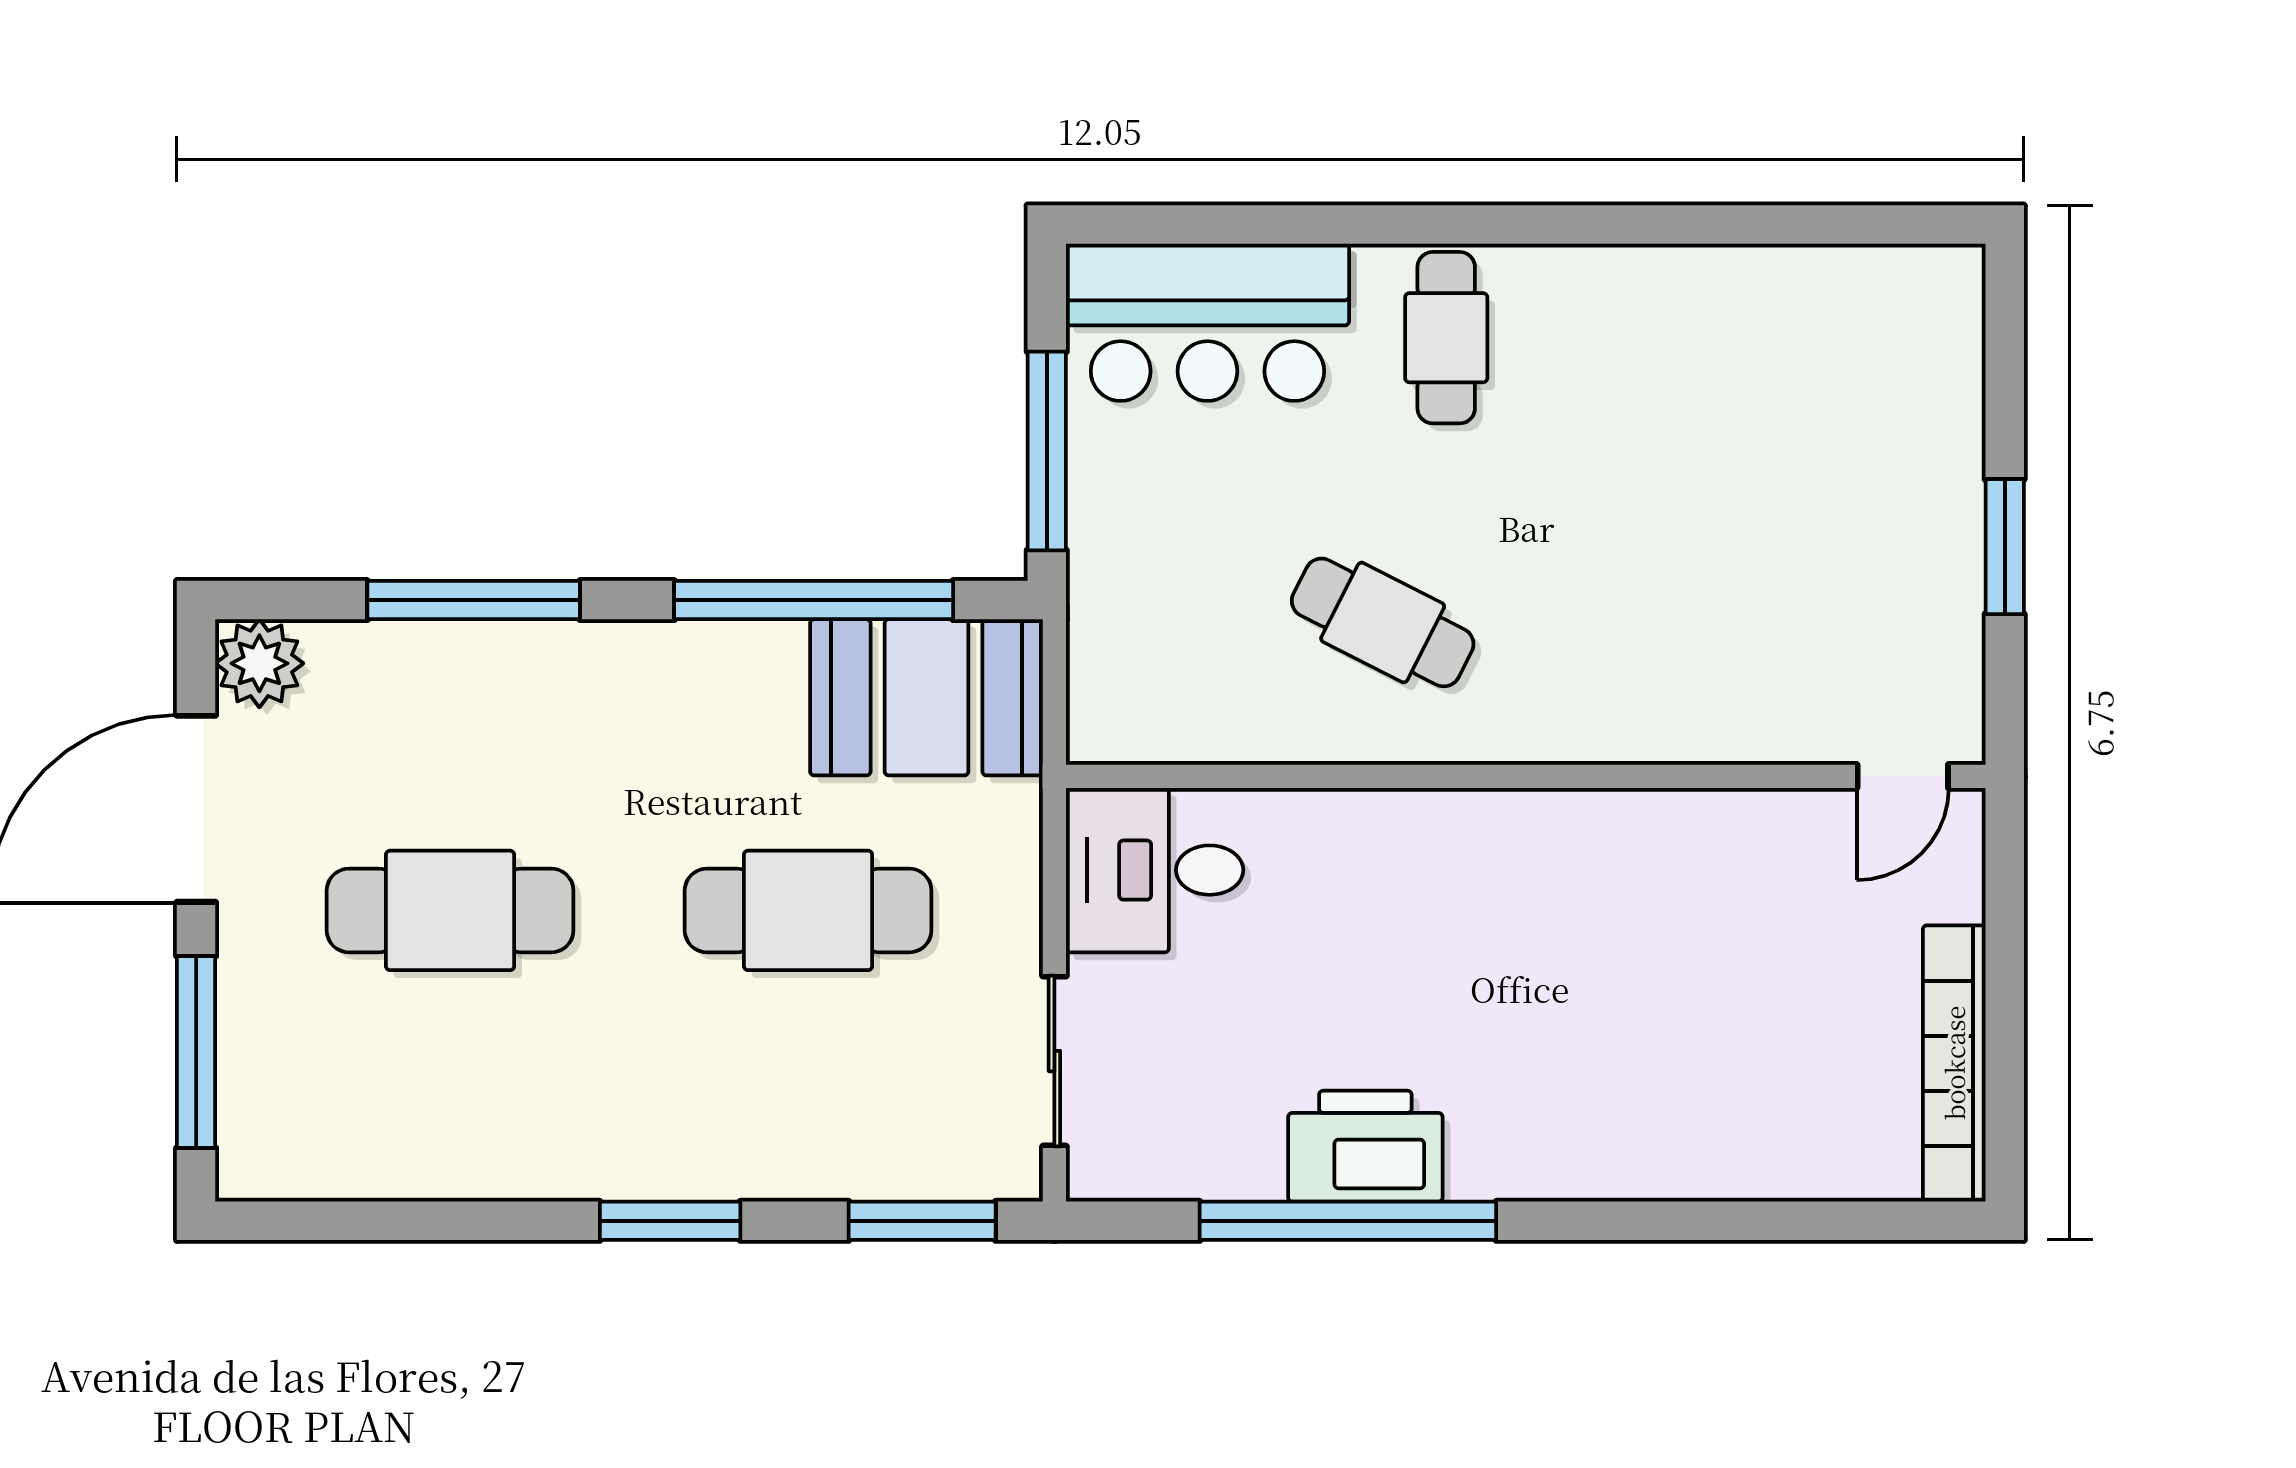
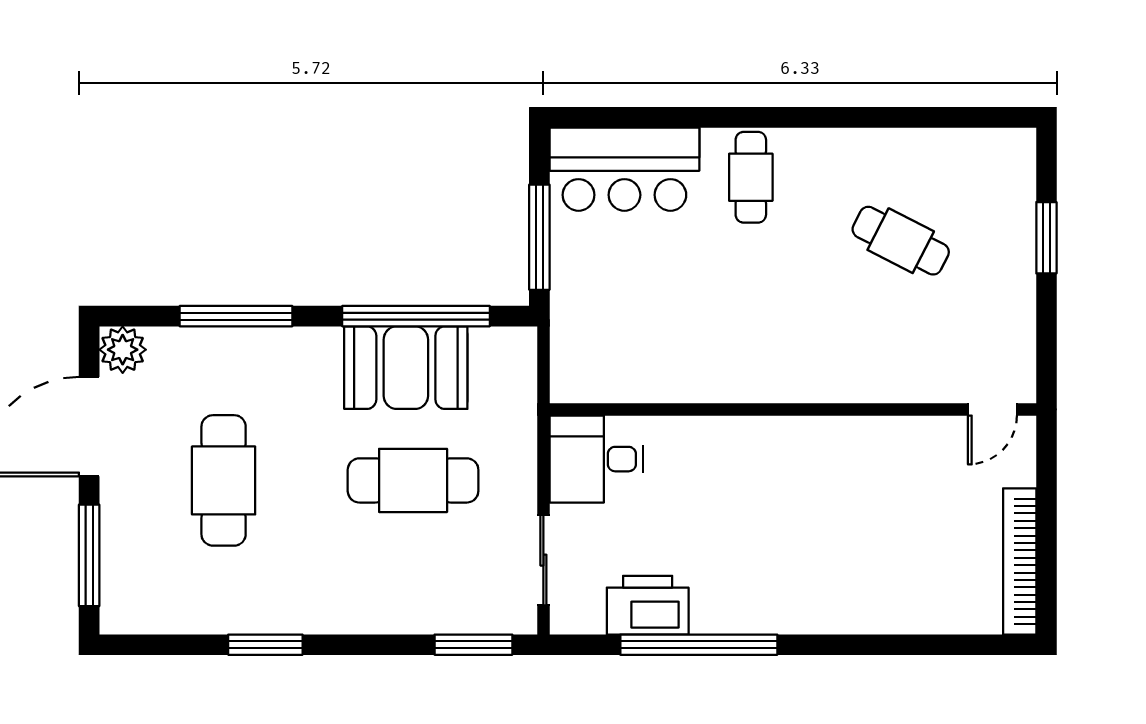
window: (2005, 547) -> (1046, 238), moved
cafe table: (1383, 622) -> (901, 241), moved
booth: (926, 697) -> (406, 368), moved
cafe table: (450, 910) -> (224, 480), turned 90
printer: (1365, 1146) -> (648, 605), moved
window: (670, 1221) -> (265, 645), moved

